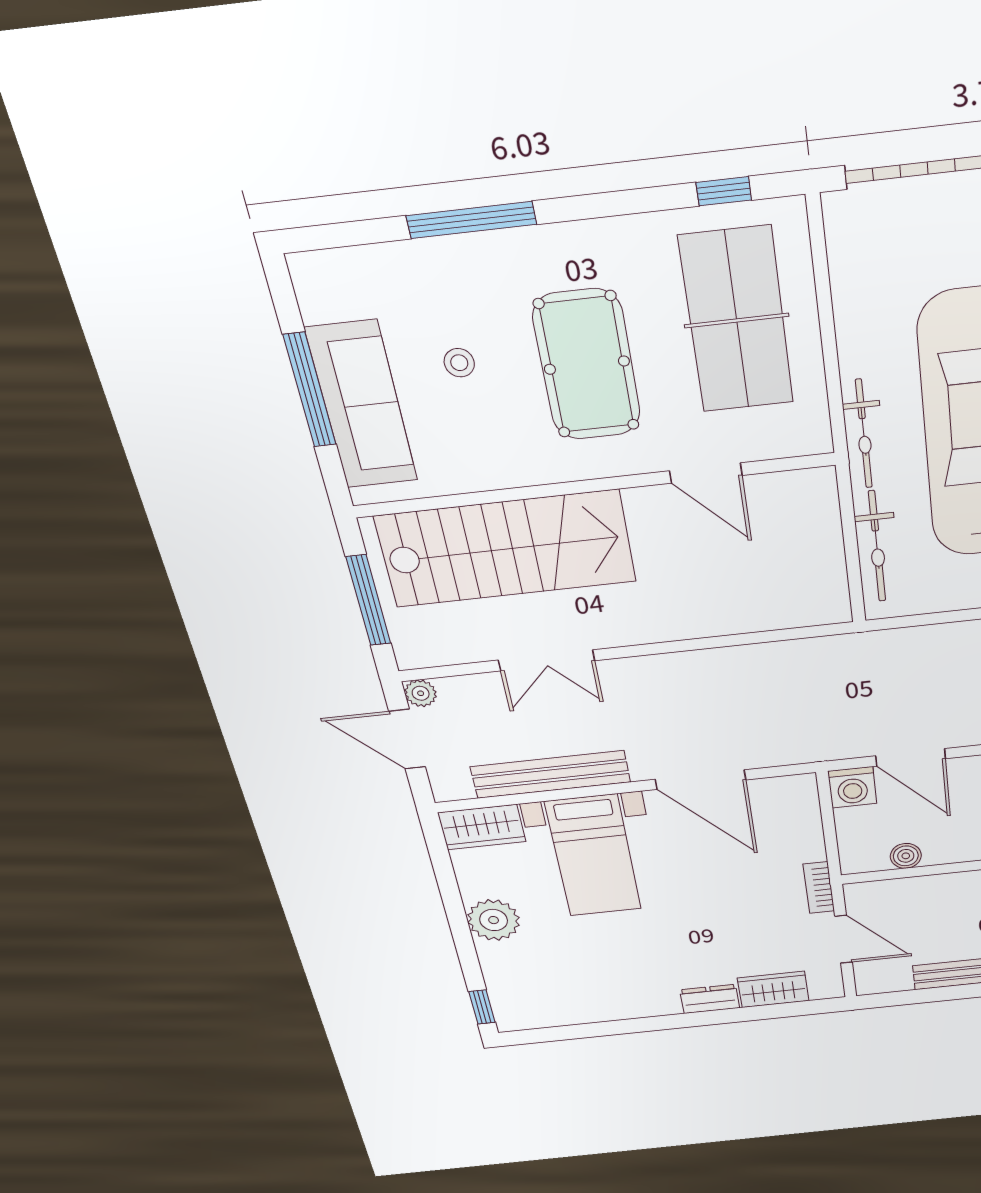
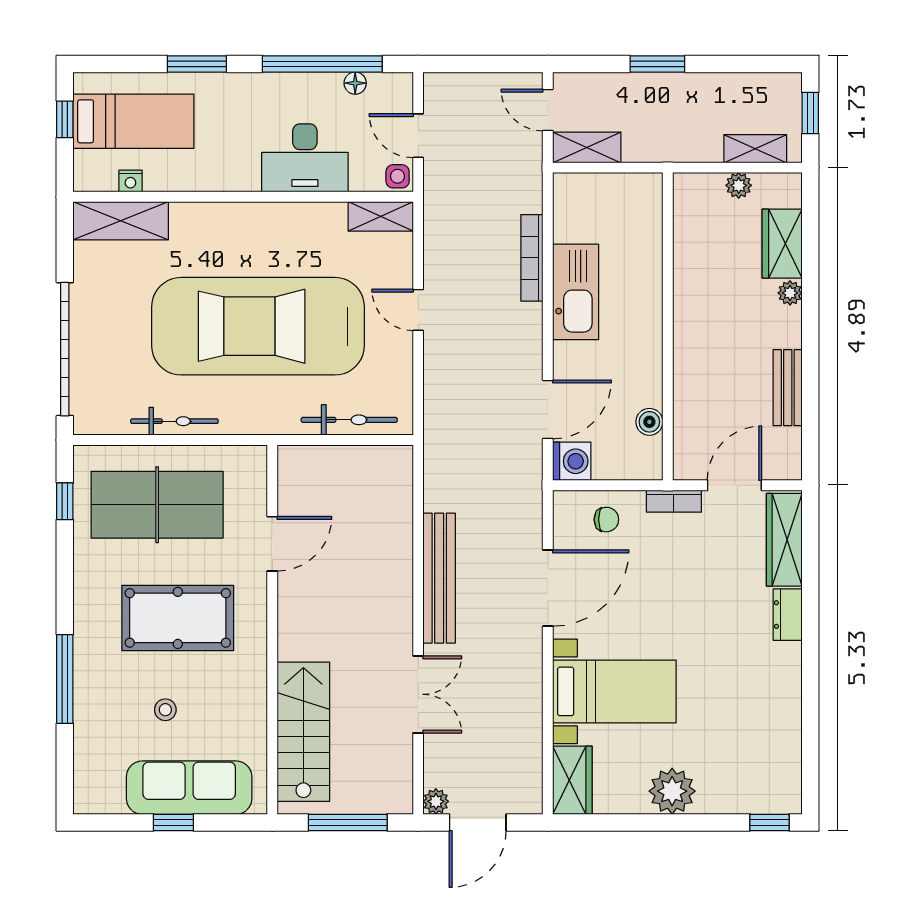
window: (310, 390) -> (173, 822), width x0.46
bicycle: (864, 434) -> (174, 421), moved
stairs: (506, 549) -> (303, 732), width x0.73, depth x0.66
bench: (550, 774) -> (439, 578), moved
chair: (789, 828) -> (606, 520), added
wardrobe: (773, 989) -> (784, 540), width x1.50

